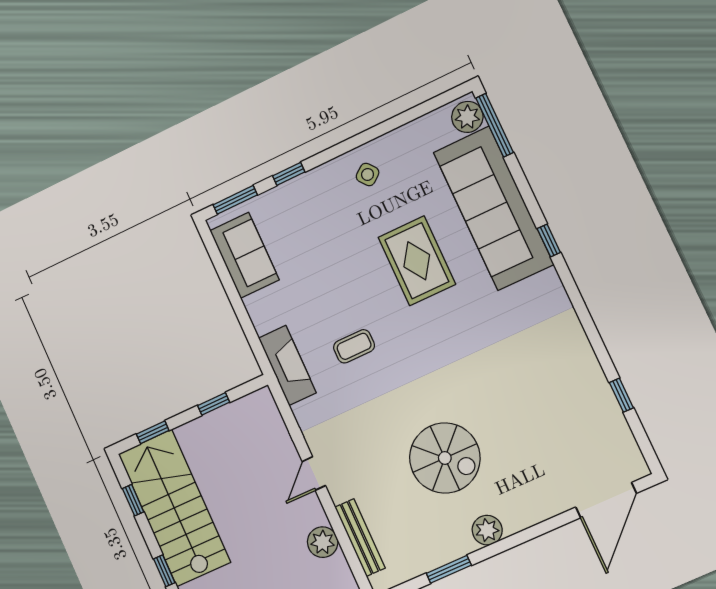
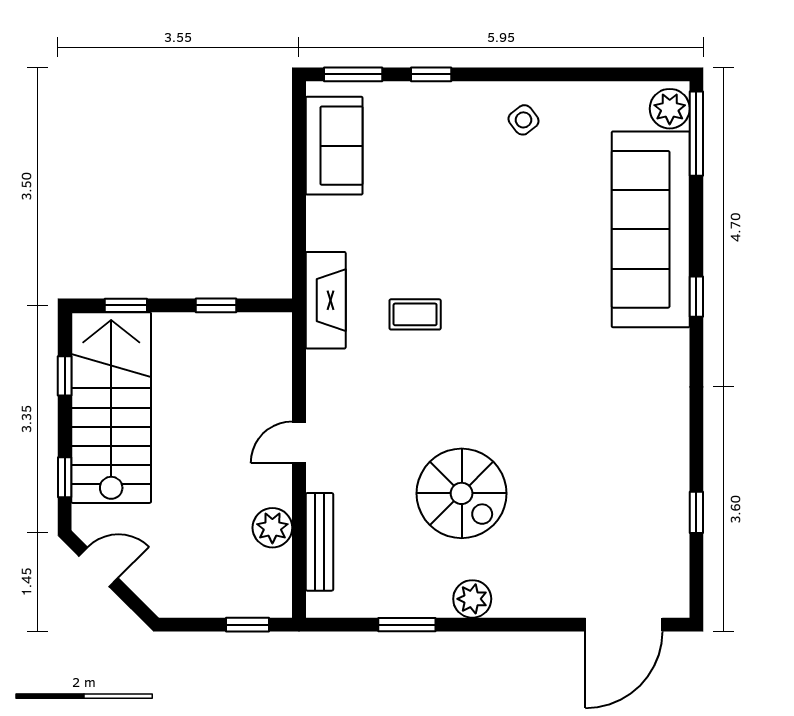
rug: (417, 261) -> (535, 248), removed

